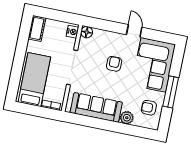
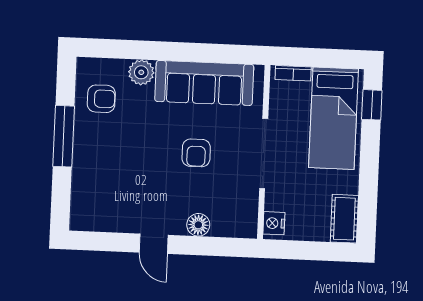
floor lamp: (87, 32) -> (198, 225), moved
armchair: (114, 64) -> (196, 153), moved
corner sofa: (153, 65) -> (106, 184), removed
window: (14, 83) -> (372, 105), added

